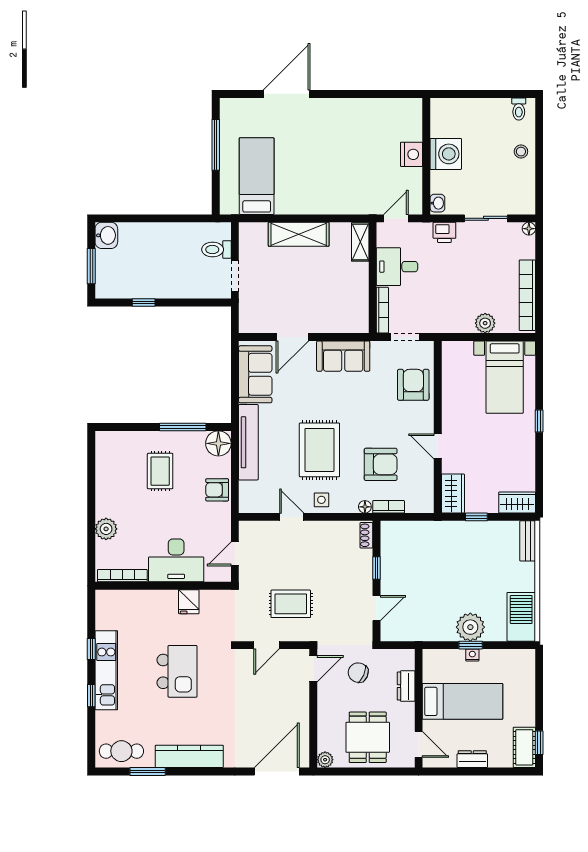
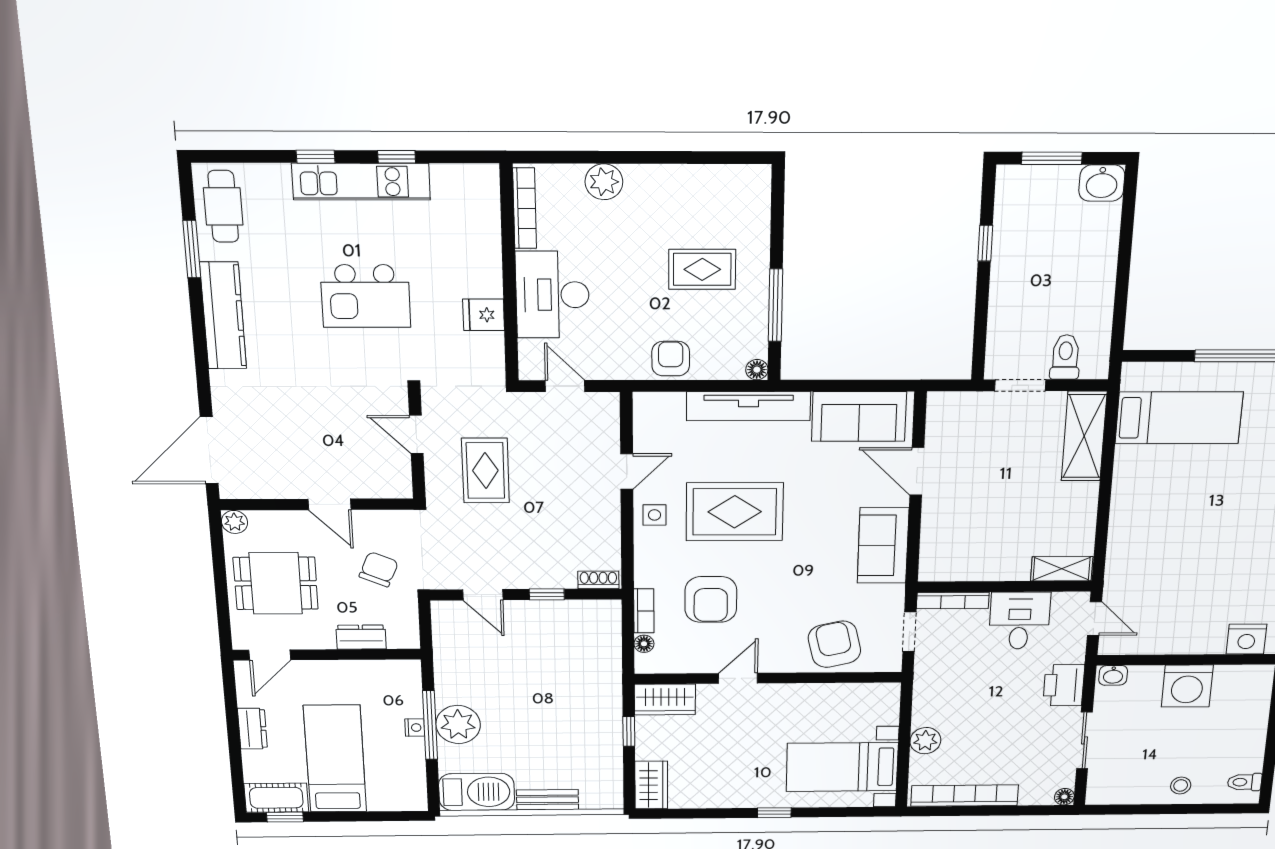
nightstand: (411, 154) -> (1246, 639), moved
printer: (444, 232) -> (1064, 685), width x1.36, depth x1.24
shelving: (299, 234) -> (1084, 436), moved
armchair: (413, 385) -> (834, 644), turned -103
floor lamp: (218, 443) -> (757, 370), width x0.53, depth x0.53
floor lamp: (365, 507) -> (644, 644), moved
bench: (528, 541) -> (547, 800), moved
window: (471, 645) -> (430, 725), width x2.17
door: (313, 669) -> (330, 504), moved
bed: (463, 701) -> (335, 759), moved, turned 180
door: (277, 771) -> (209, 450), swing flipped

